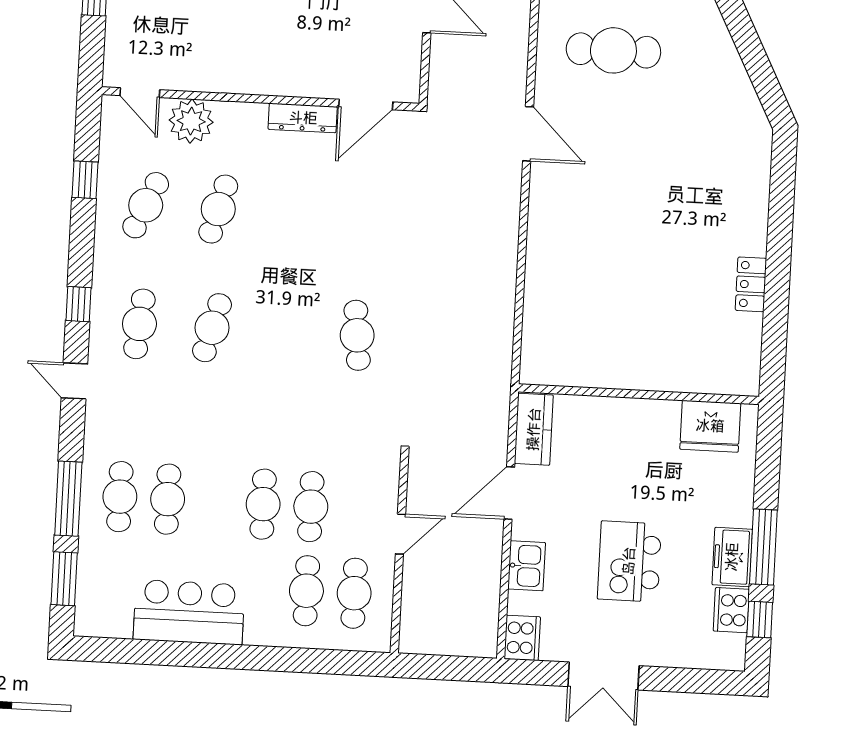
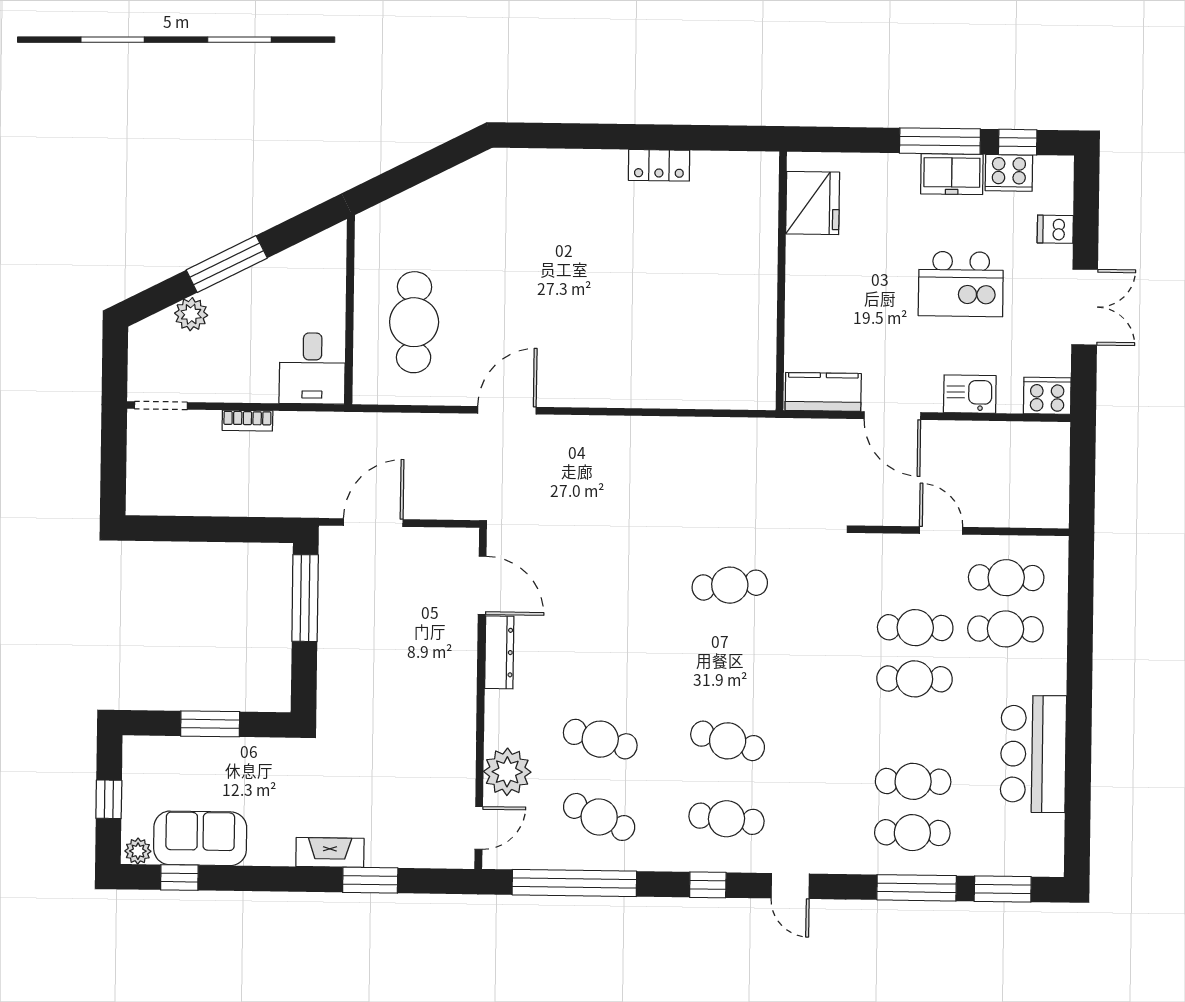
window: (85, 180) -> (574, 883), width x3.17
door: (74, 381) -> (790, 886), hinge flipped
dishwasher: (677, 651) -> (1055, 229), added

